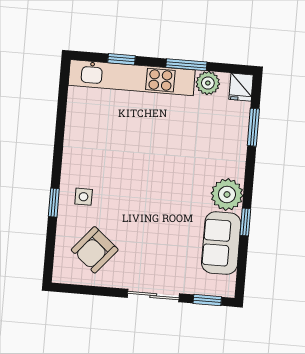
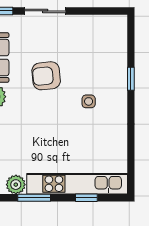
side table: (84, 197) -> (89, 101), moved
armchair: (95, 250) -> (46, 76), moved, turned -136

